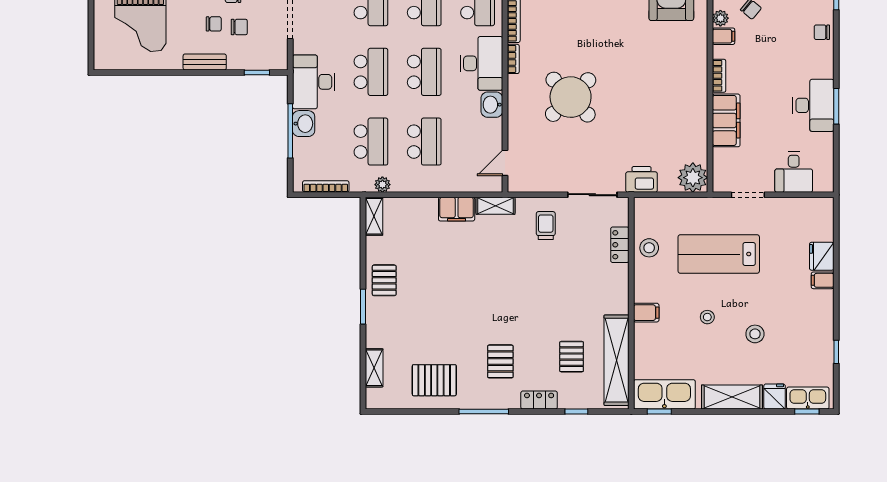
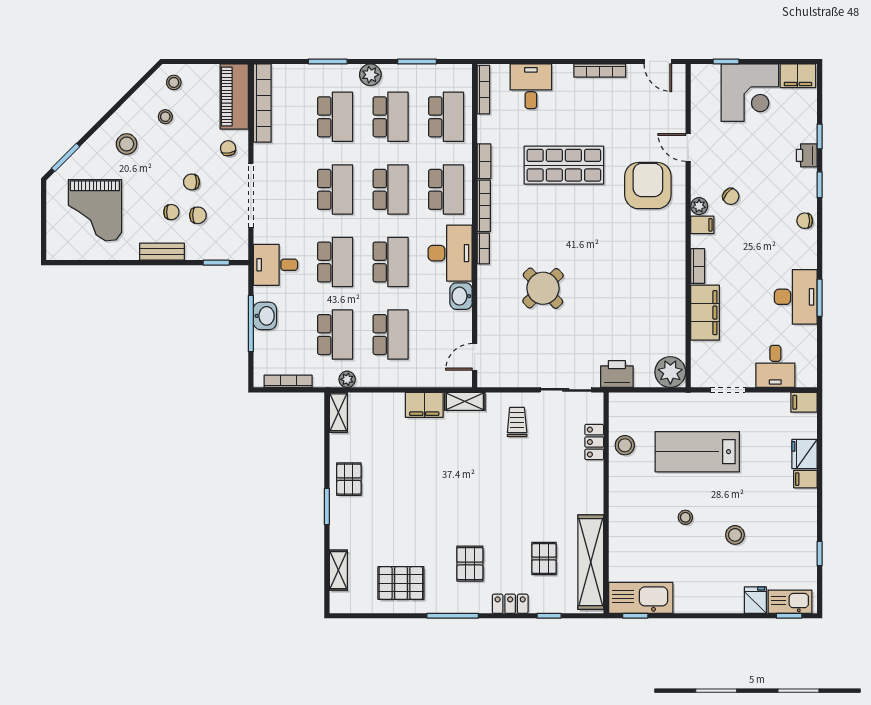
desk: (314, 82) -> (276, 265), width x0.73
round table: (571, 97) -> (543, 288), width x0.73, depth x0.73
filing cabinet: (646, 313) -> (804, 402), moved, turned 180
shelving: (732, 397) -> (711, 601), removed

